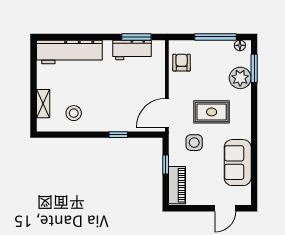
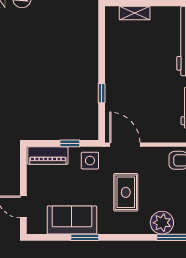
stool: (74, 113) -> (125, 46), removed
side table: (194, 143) -> (90, 161), moved
window: (254, 151) -> (85, 237), added

